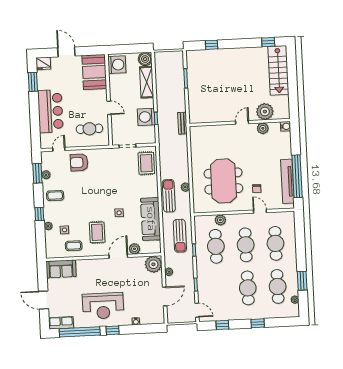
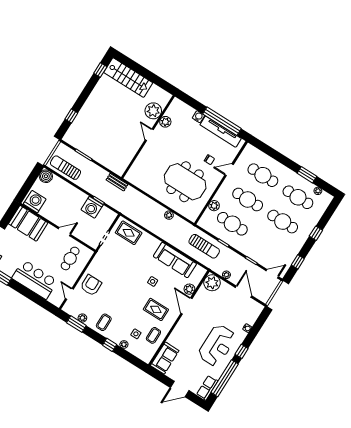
shelving: (147, 82) -> (65, 188), removed
water cooler: (286, 126) -> (198, 117), moved
armchair: (79, 162) -> (91, 285), turned 180
sun lounger: (169, 196) -> (66, 168), moved

